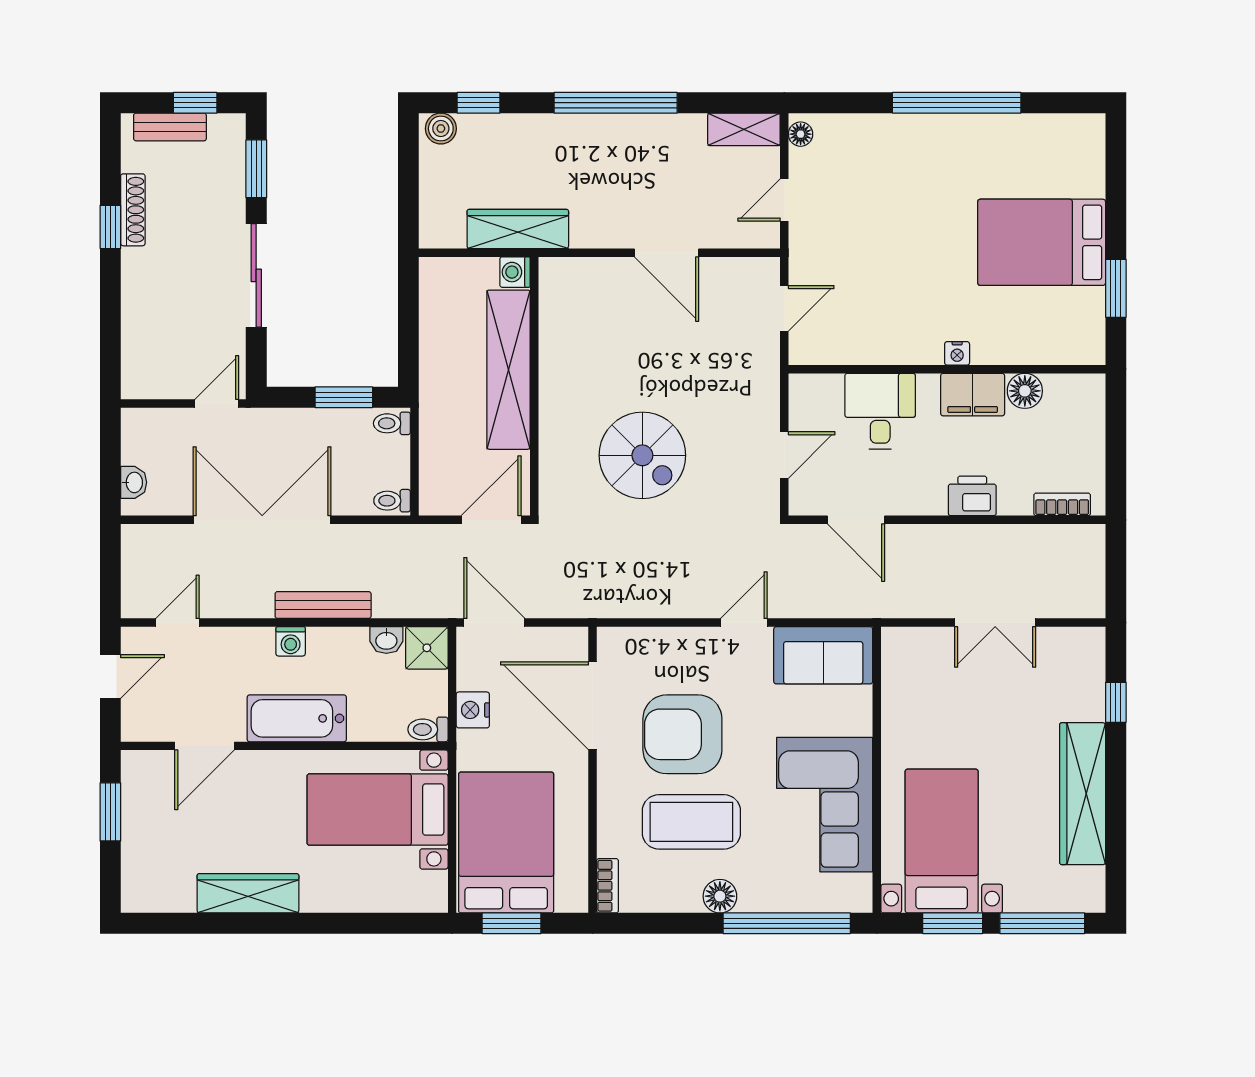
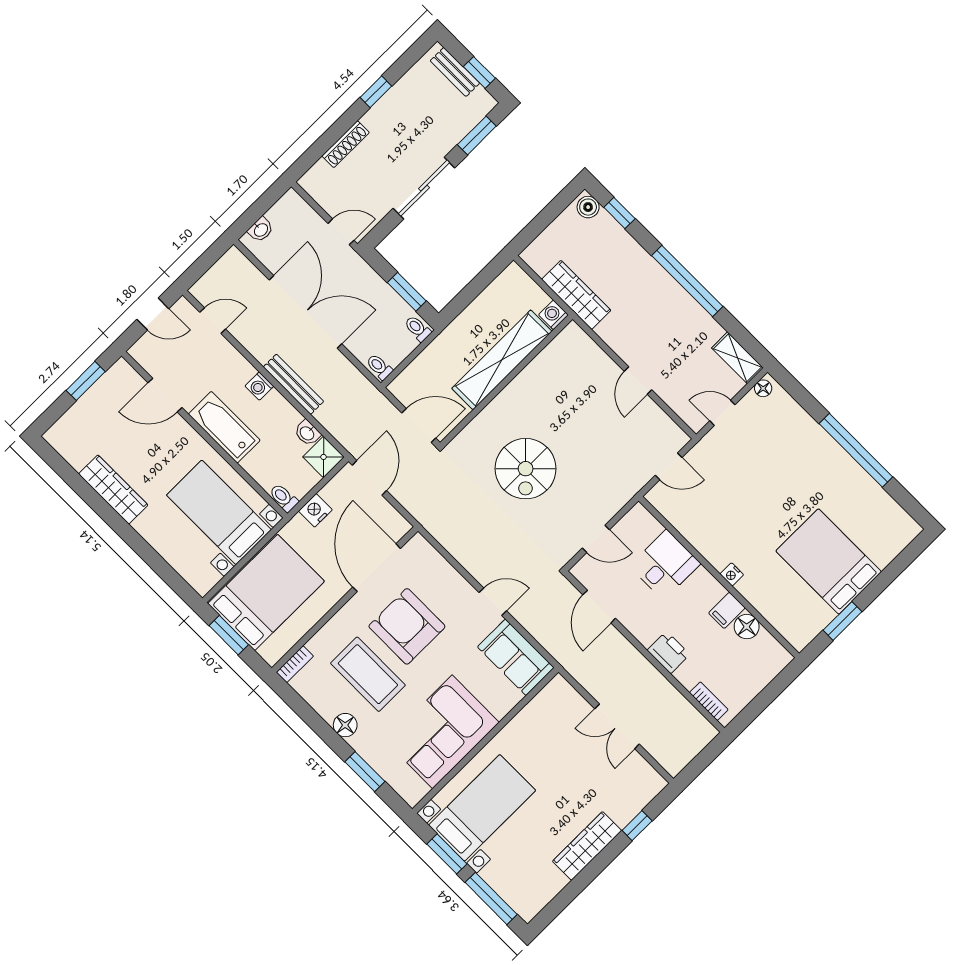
shoe rack: (133, 210) -> (346, 144), moved
door: (666, 253) -> (638, 380), width x0.73
filing cabinet: (973, 395) -> (727, 610), width x0.50
wardrobe: (1083, 794) -> (587, 846), width x0.71, depth x0.85
window: (787, 923) -> (365, 772), width x0.47

